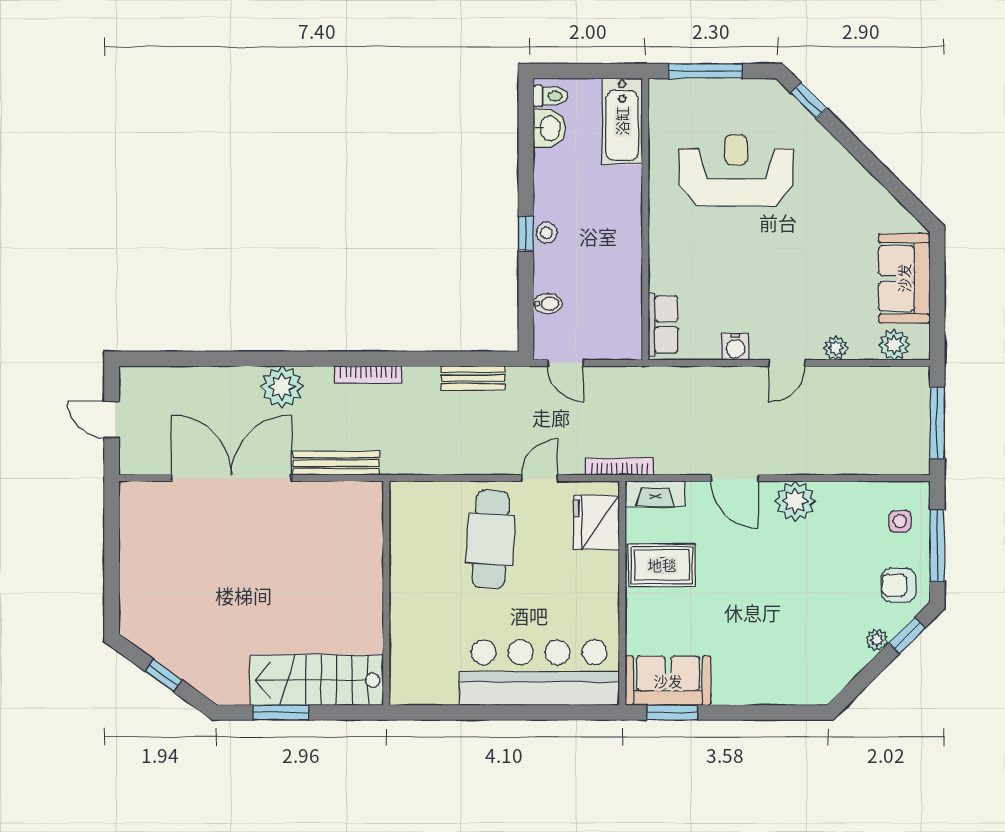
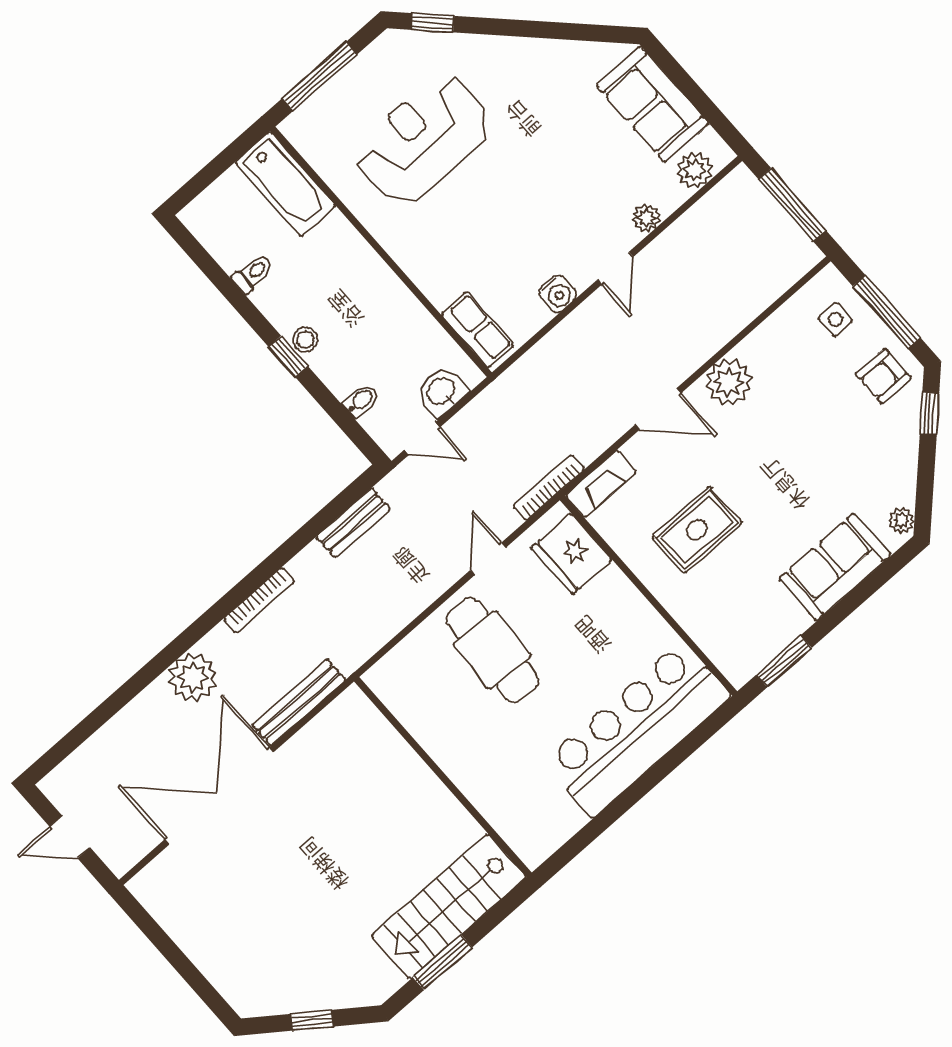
toilet: (550, 96) -> (253, 273), moved
washbasin: (549, 128) -> (442, 392), moved, turned -90
rug: (662, 565) -> (697, 530), moved
plant: (877, 640) -> (902, 521), moved
sofa: (668, 681) -> (835, 567), moved

